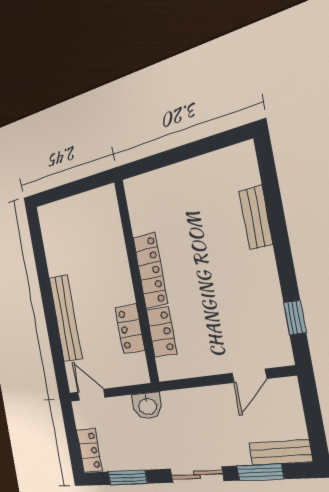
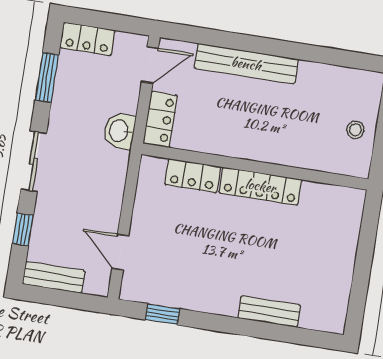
stool: (82, 211) -> (355, 130), added
locker: (130, 329) -> (160, 119), moved, turned 90
bench: (280, 452) -> (54, 277), moved, turned 90
window: (260, 472) -> (23, 229), width x0.67

